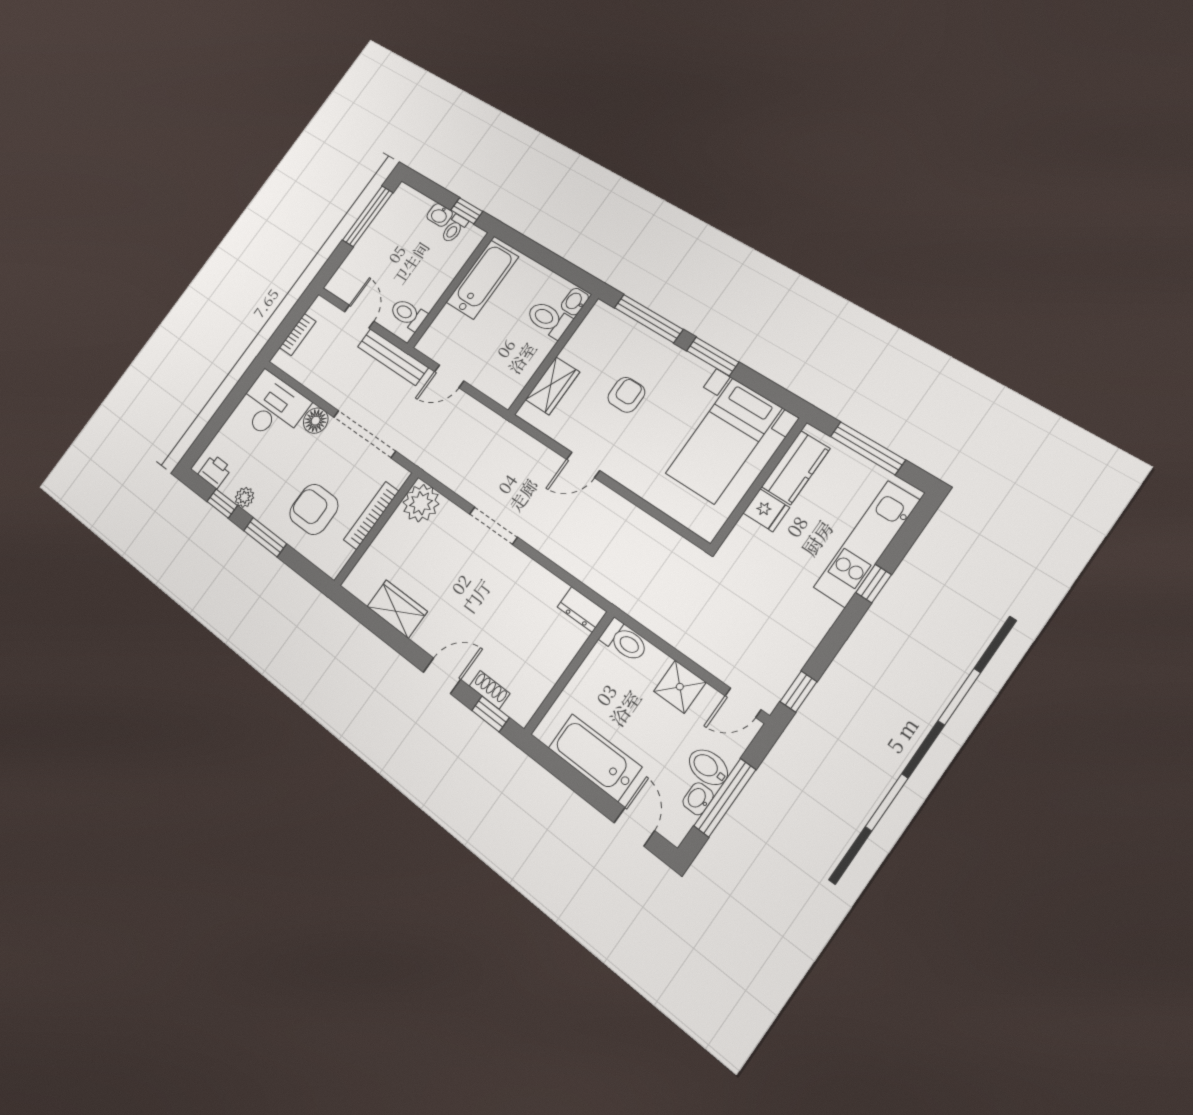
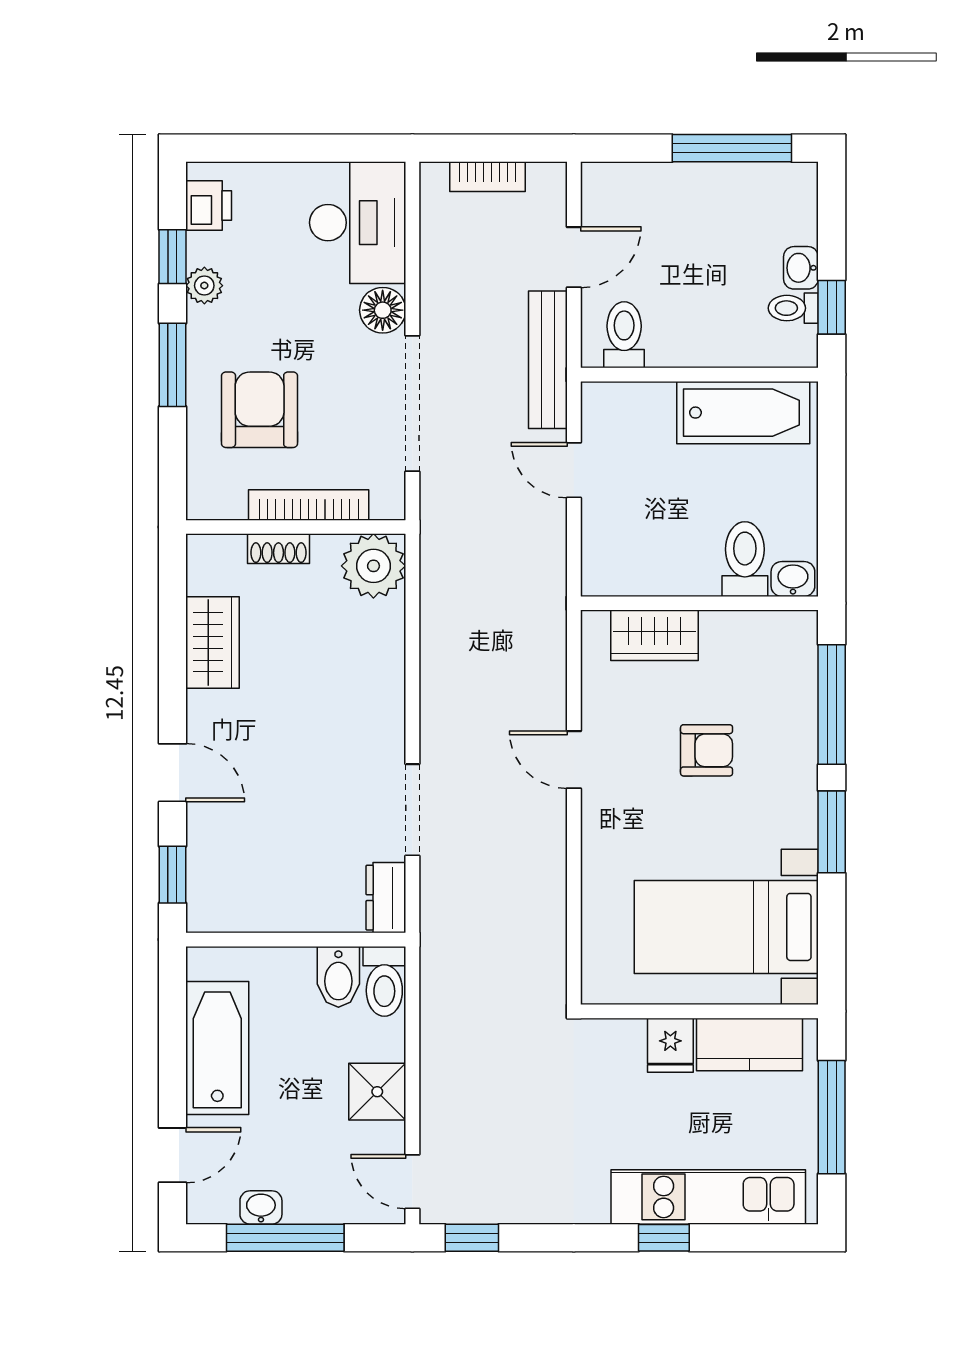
doorway: (493, 526) -> (412, 810), moved
shoe rack: (489, 690) -> (279, 549), moved, turned 90
bidet: (708, 767) -> (338, 977), moved, turned 180

